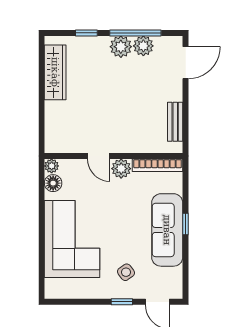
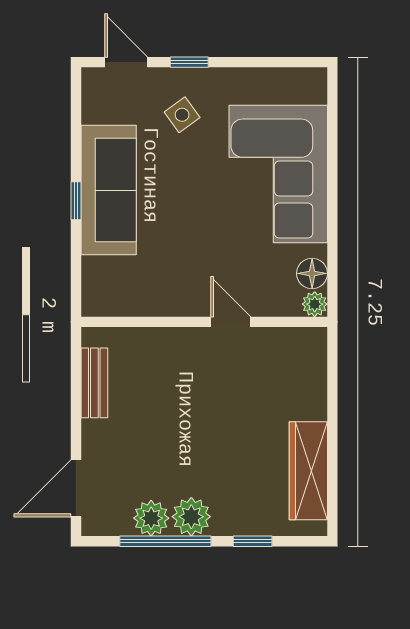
bookcase: (158, 165) -> (126, 305), removed
plant: (121, 169) -> (191, 300), removed

